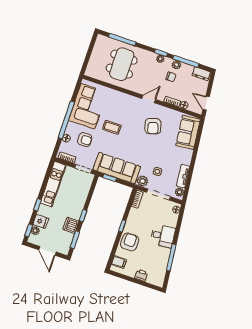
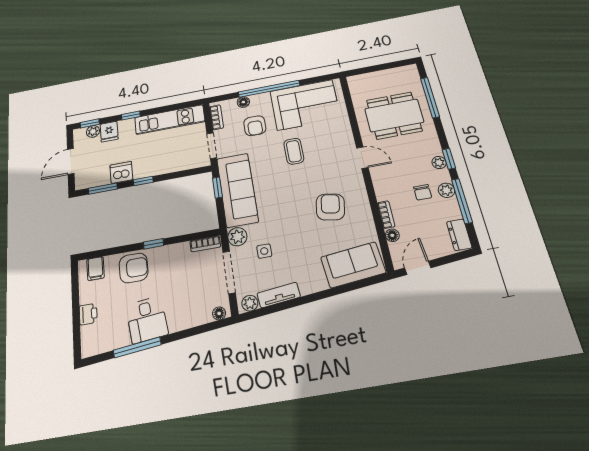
door: (149, 99) -> (362, 158), moved
armchair: (153, 126) -> (330, 207), turned 117
desk: (163, 236) -> (147, 320), moved

